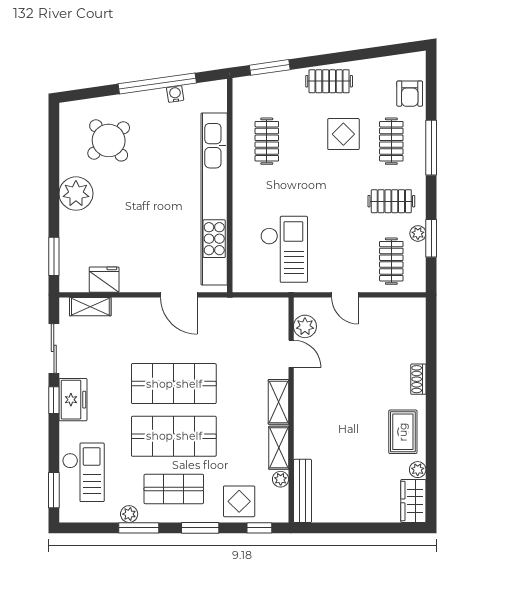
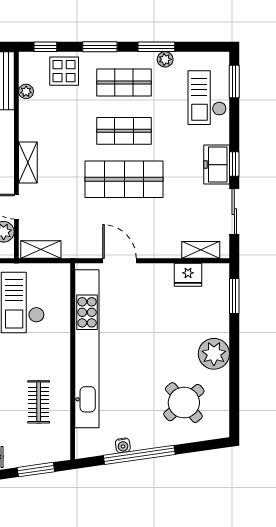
shop shelf: (174, 436) -> (124, 131), width x0.70, depth x0.74
shelving: (279, 448) -> (41, 249), moved, turned 90

